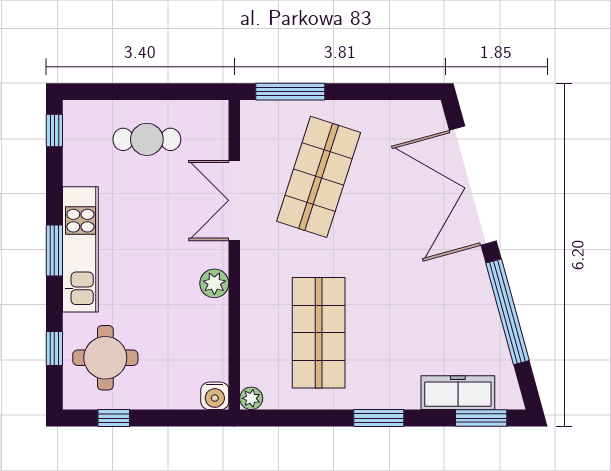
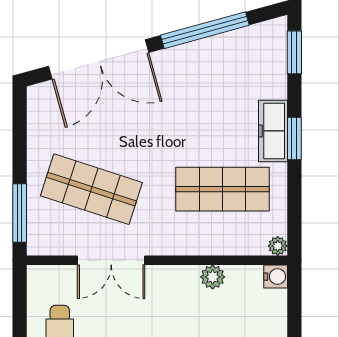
plant: (214, 283) -> (213, 277), moved
freezer: (458, 393) -> (273, 131), moved

